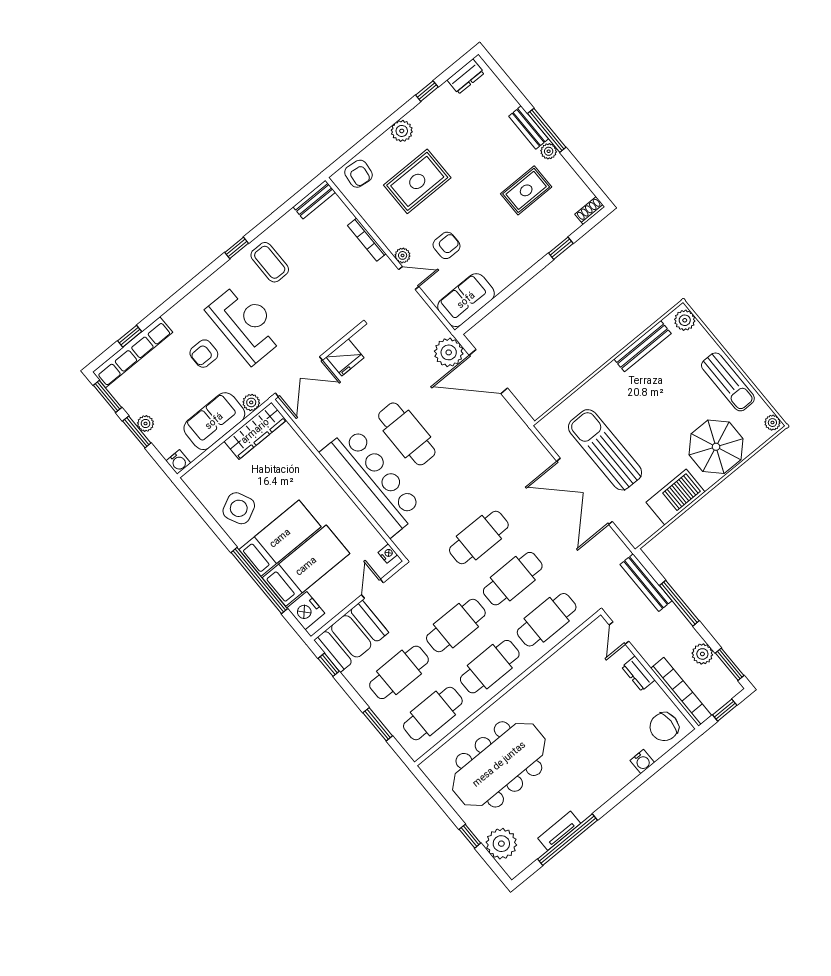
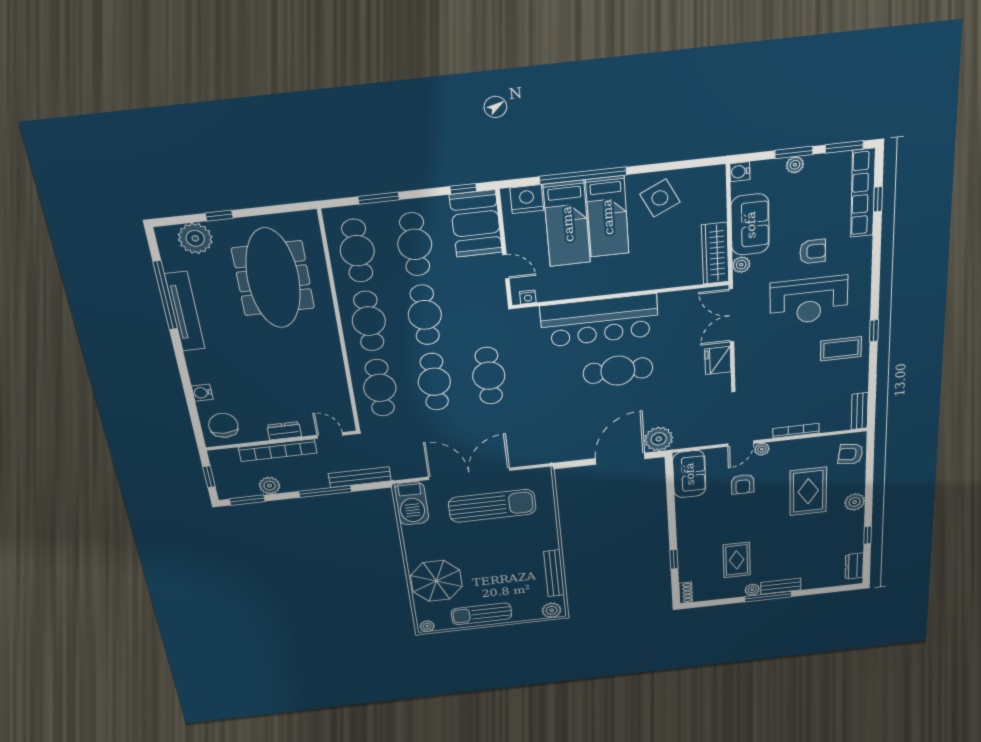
armchair: (204, 354) -> (813, 252), turned 90
barbecue: (675, 497) -> (412, 503), moved
bookcase: (681, 692) -> (278, 450), moved
tv unit: (559, 831) -> (185, 311), width x1.92, depth x1.29

